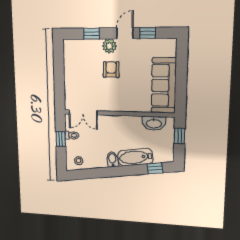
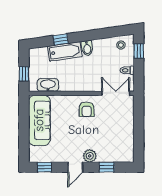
window: (148, 33) -> (44, 167), moved
armchair: (111, 70) -> (87, 109), moved
window: (61, 139) -> (139, 51), moved
window: (155, 168) -> (61, 39), moved

